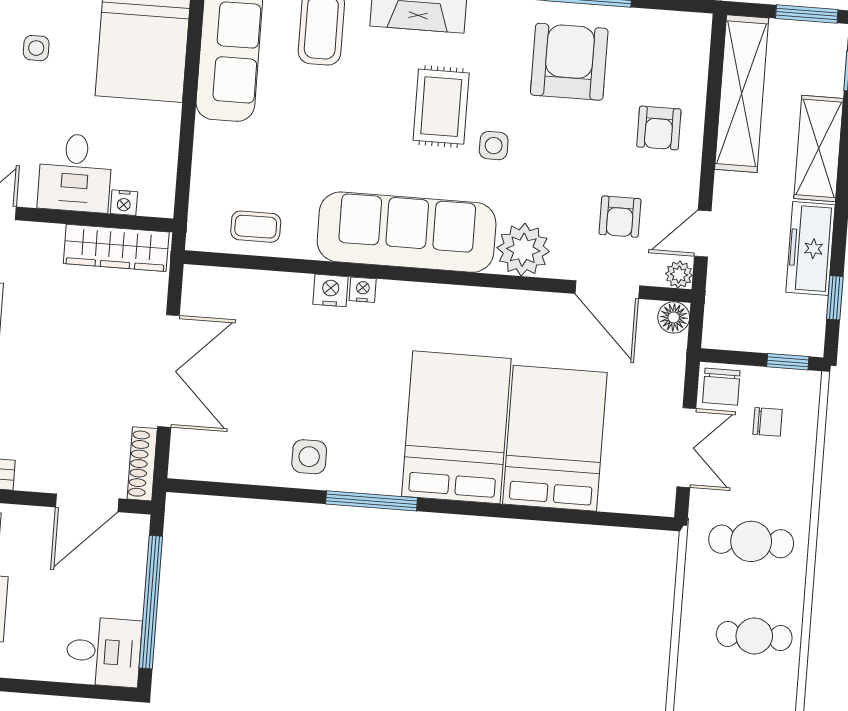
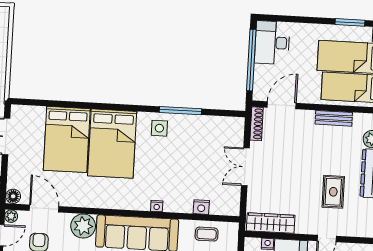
nightstand: (331, 290) -> (201, 207), moved
double door: (169, 371) -> (245, 167), width x0.73
side table: (309, 457) -> (159, 128), moved
window: (371, 501) -> (180, 111), moved
desk: (104, 652) -> (272, 43), width x1.37

